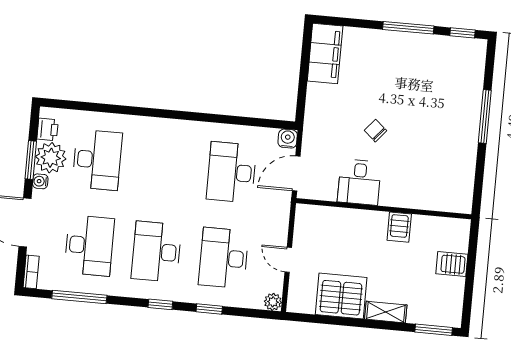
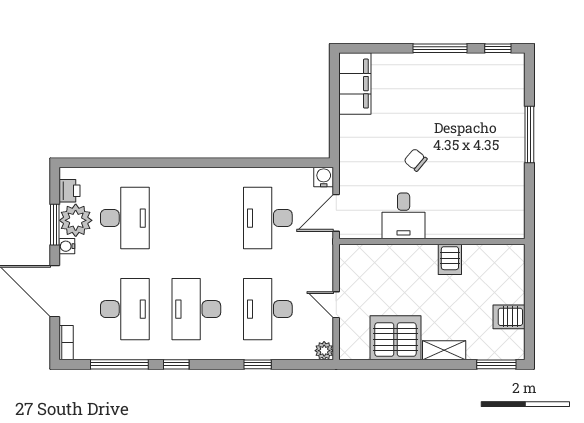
server rack: (452, 264) -> (509, 317), moved
window: (160, 304) -> (176, 364), moved

